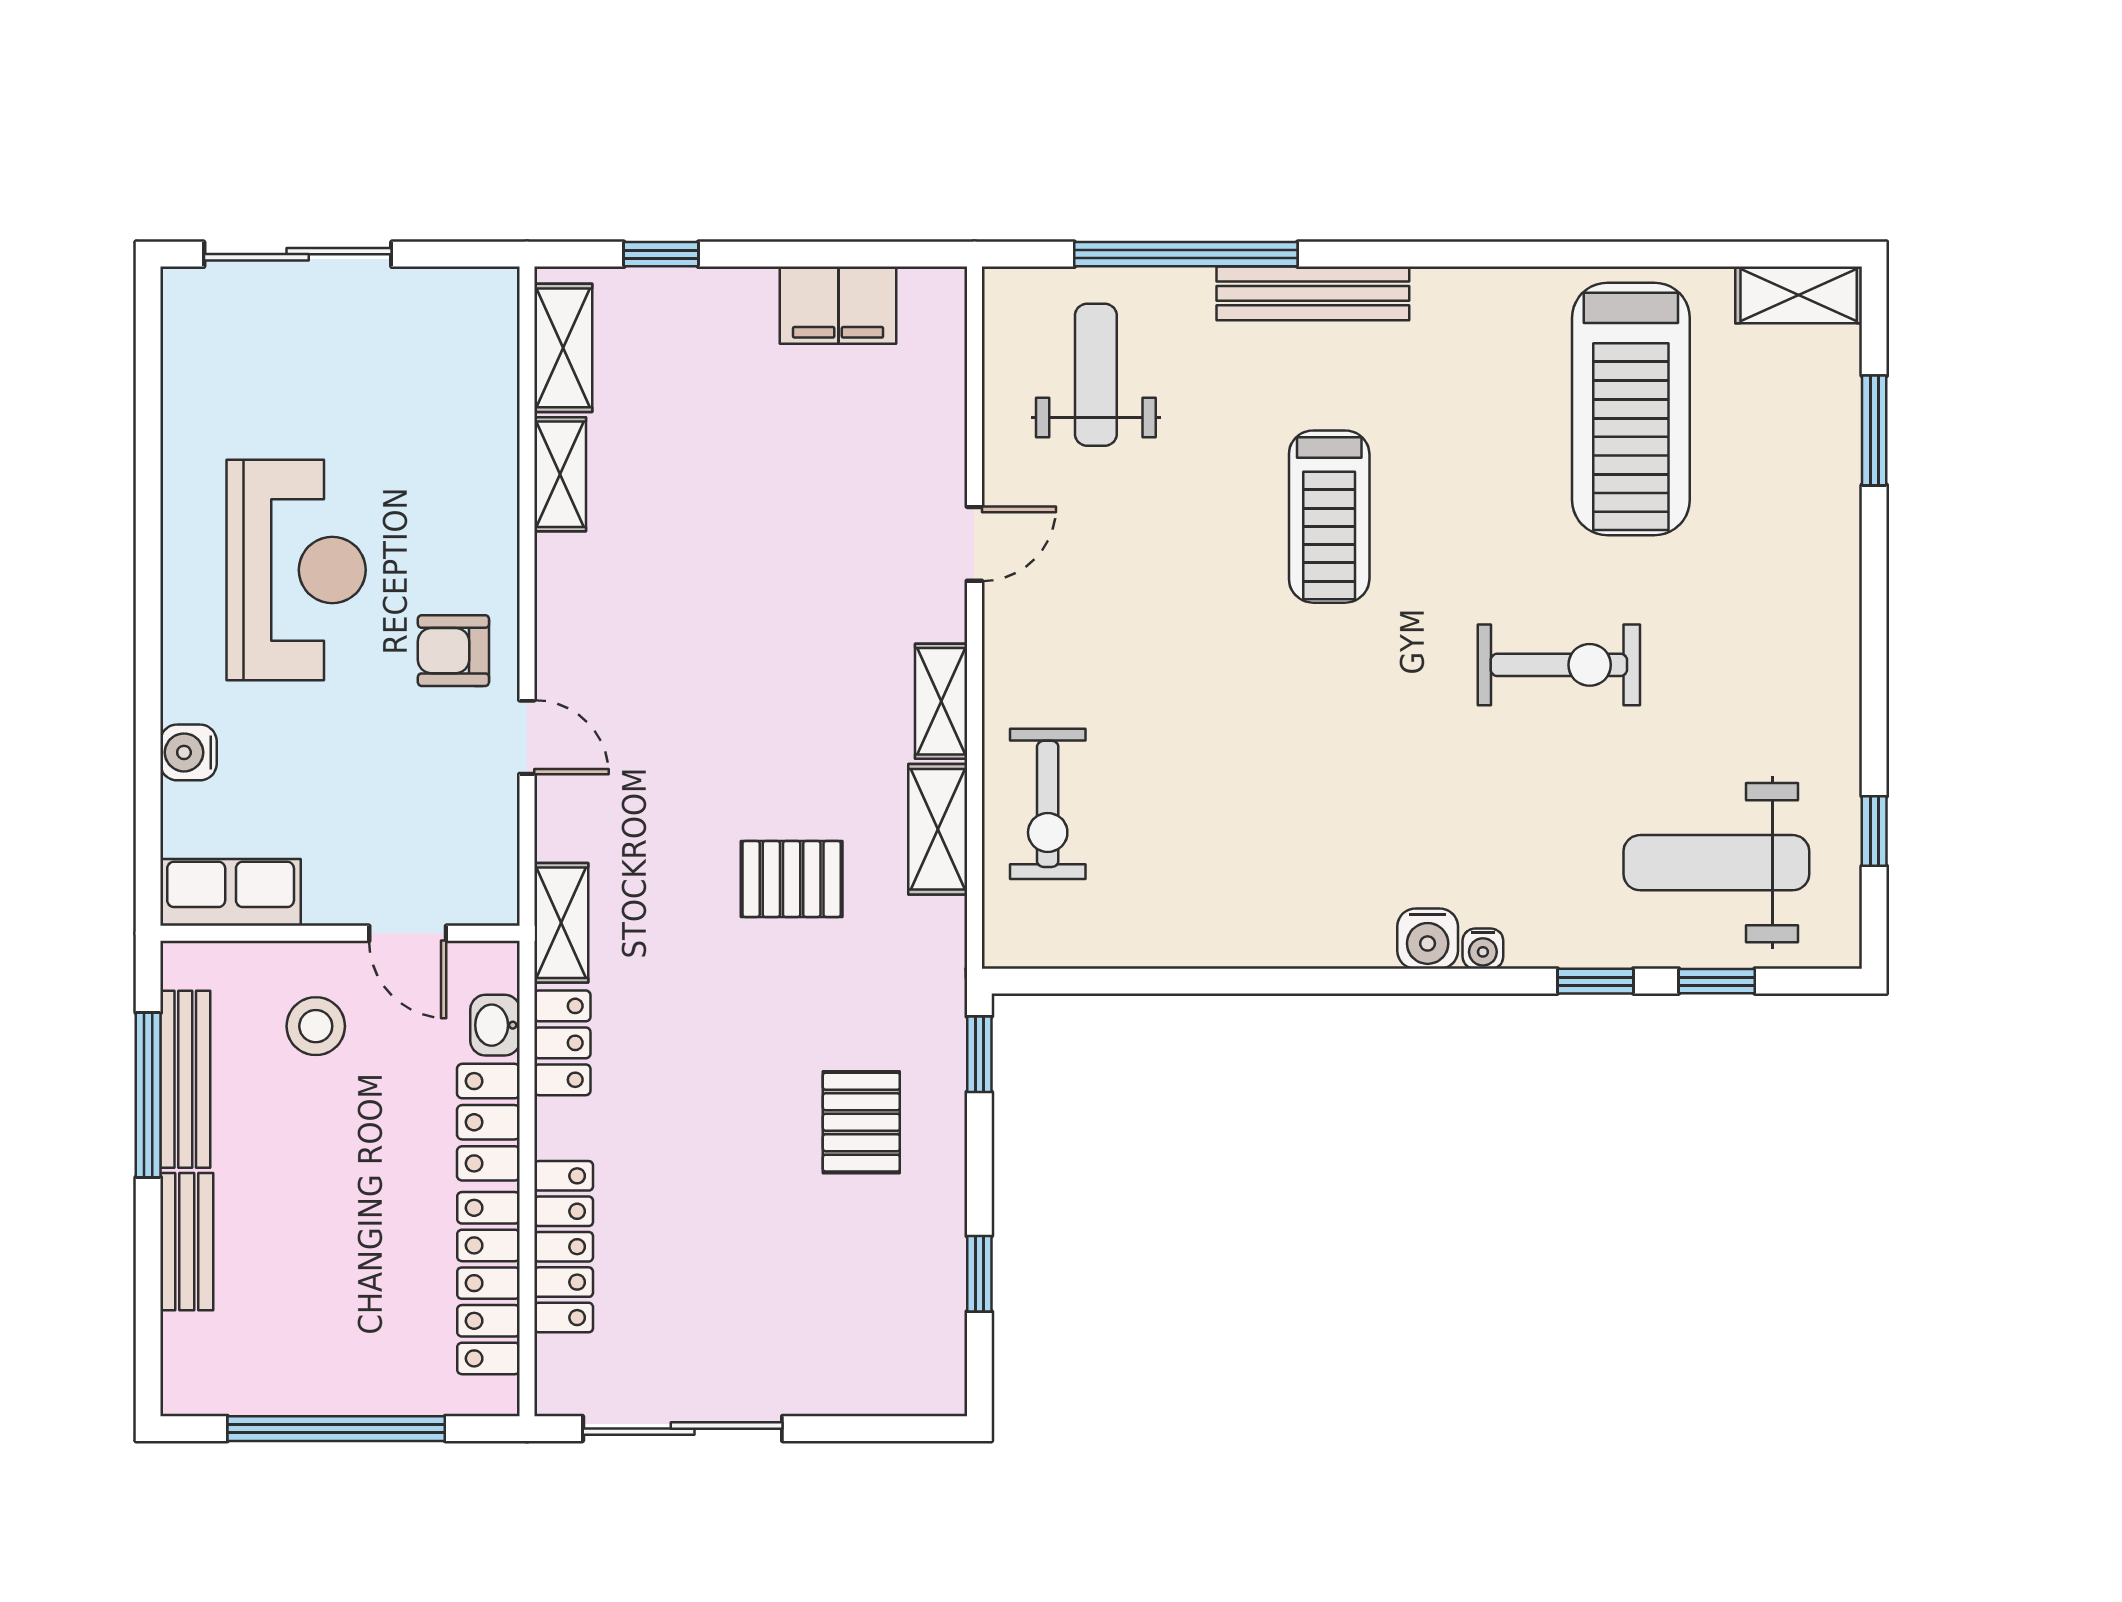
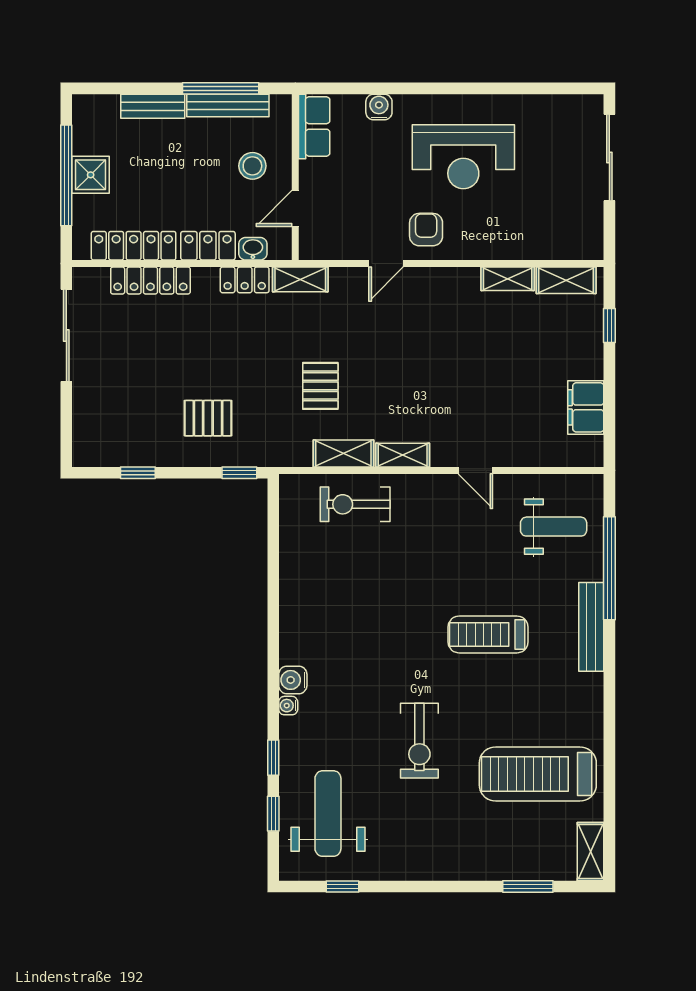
shower: (335, 1376) -> (91, 175), added

